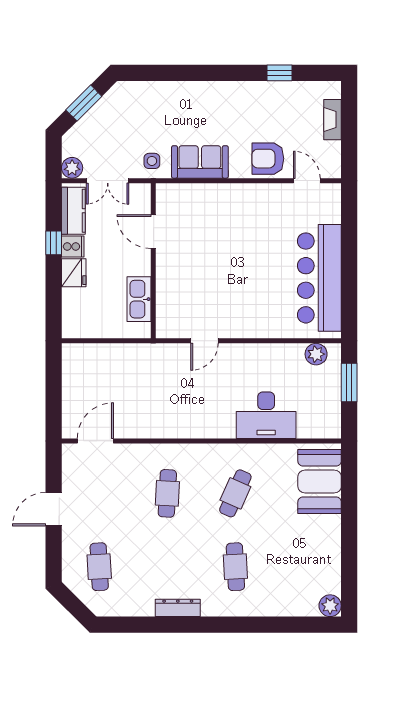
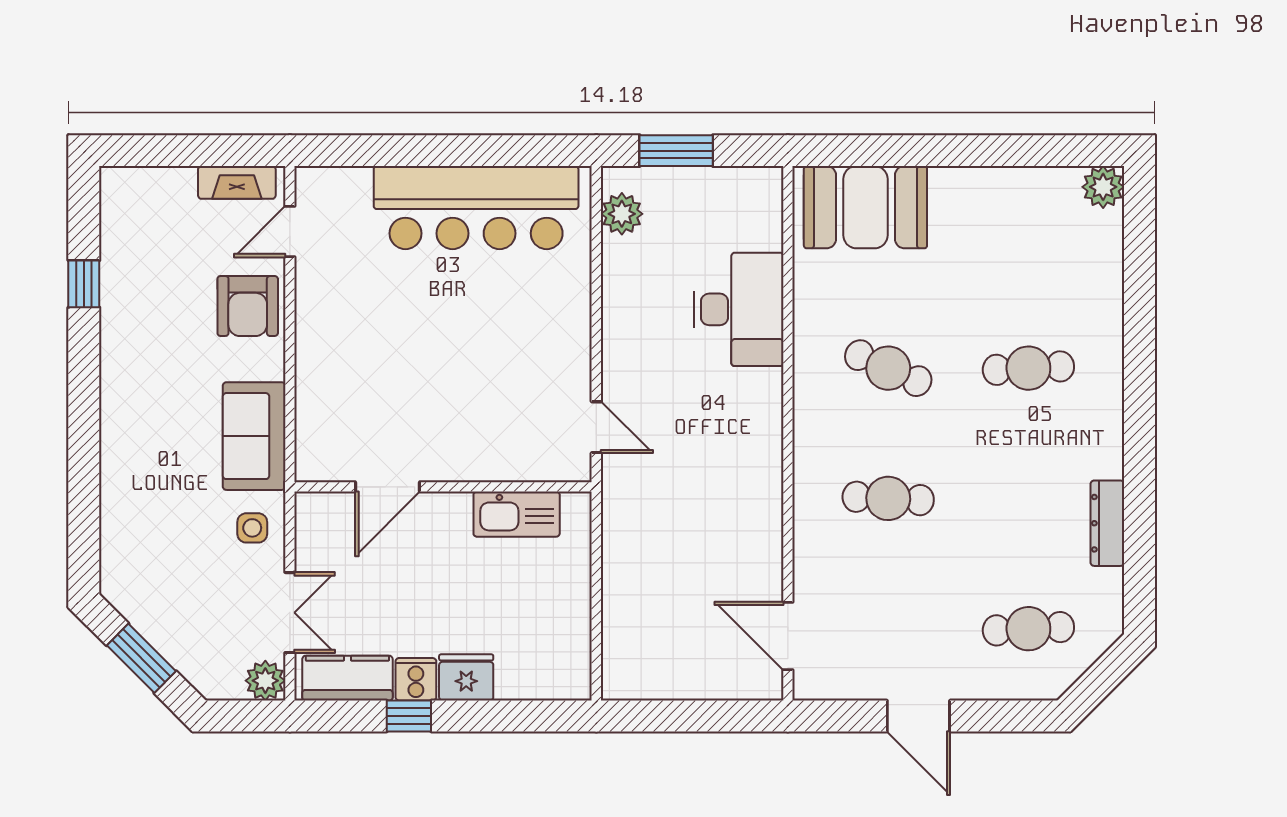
fireplace: (332, 120) -> (237, 182), moved
door: (153, 232) -> (388, 487), moved
wall: (153, 261) -> (443, 487), moved
kitchen sink: (139, 299) -> (517, 514), moved
dresser: (178, 608) -> (1107, 523), moved

